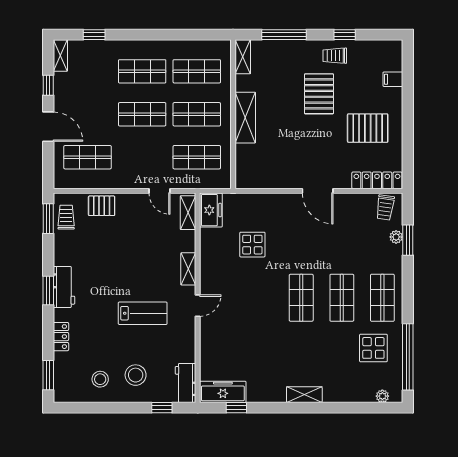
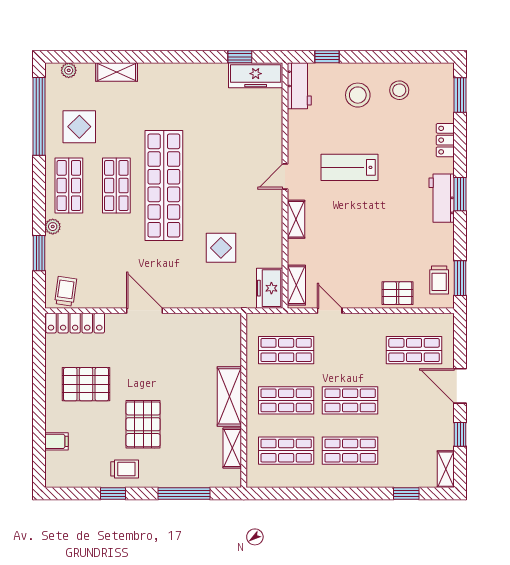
shelving: (243, 57) -> (232, 448), moved
plant: (396, 237) -> (53, 227), moved
shop shelf: (301, 298) -> (164, 186), width x2.00, depth x1.36
shelving: (304, 395) -> (117, 72), moved

